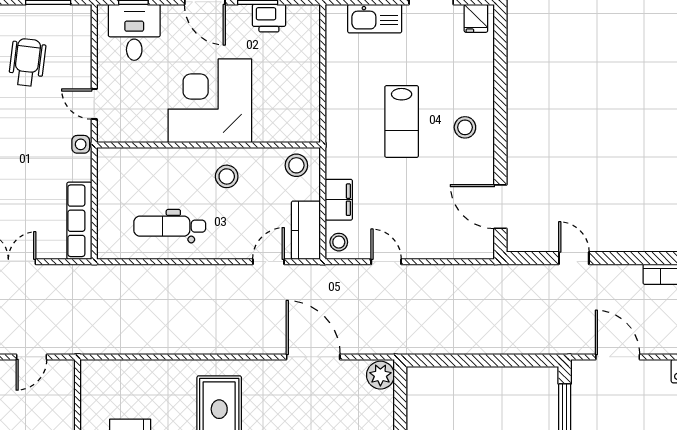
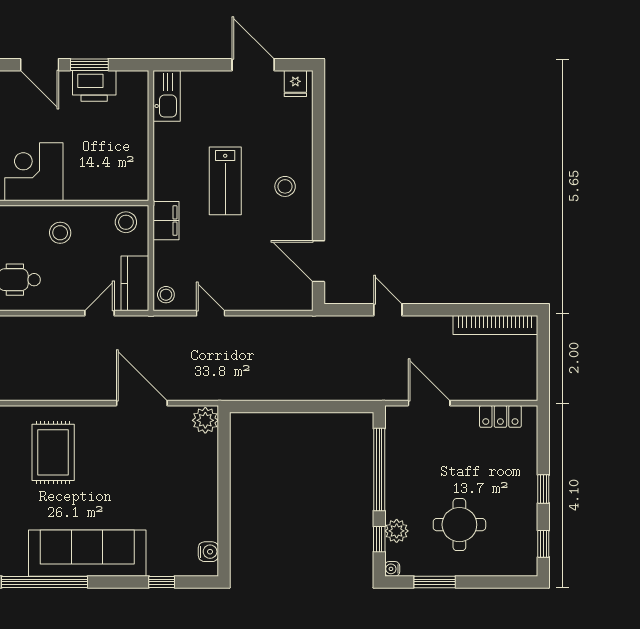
printer: (269, 18) -> (94, 86), width x1.37, depth x1.19
kitchen sink: (375, 19) -> (167, 96), moved, turned -90
corner desk: (210, 101) -> (34, 172), width x0.74, depth x0.74
filing cabinet: (339, 200) -> (166, 221), moved

